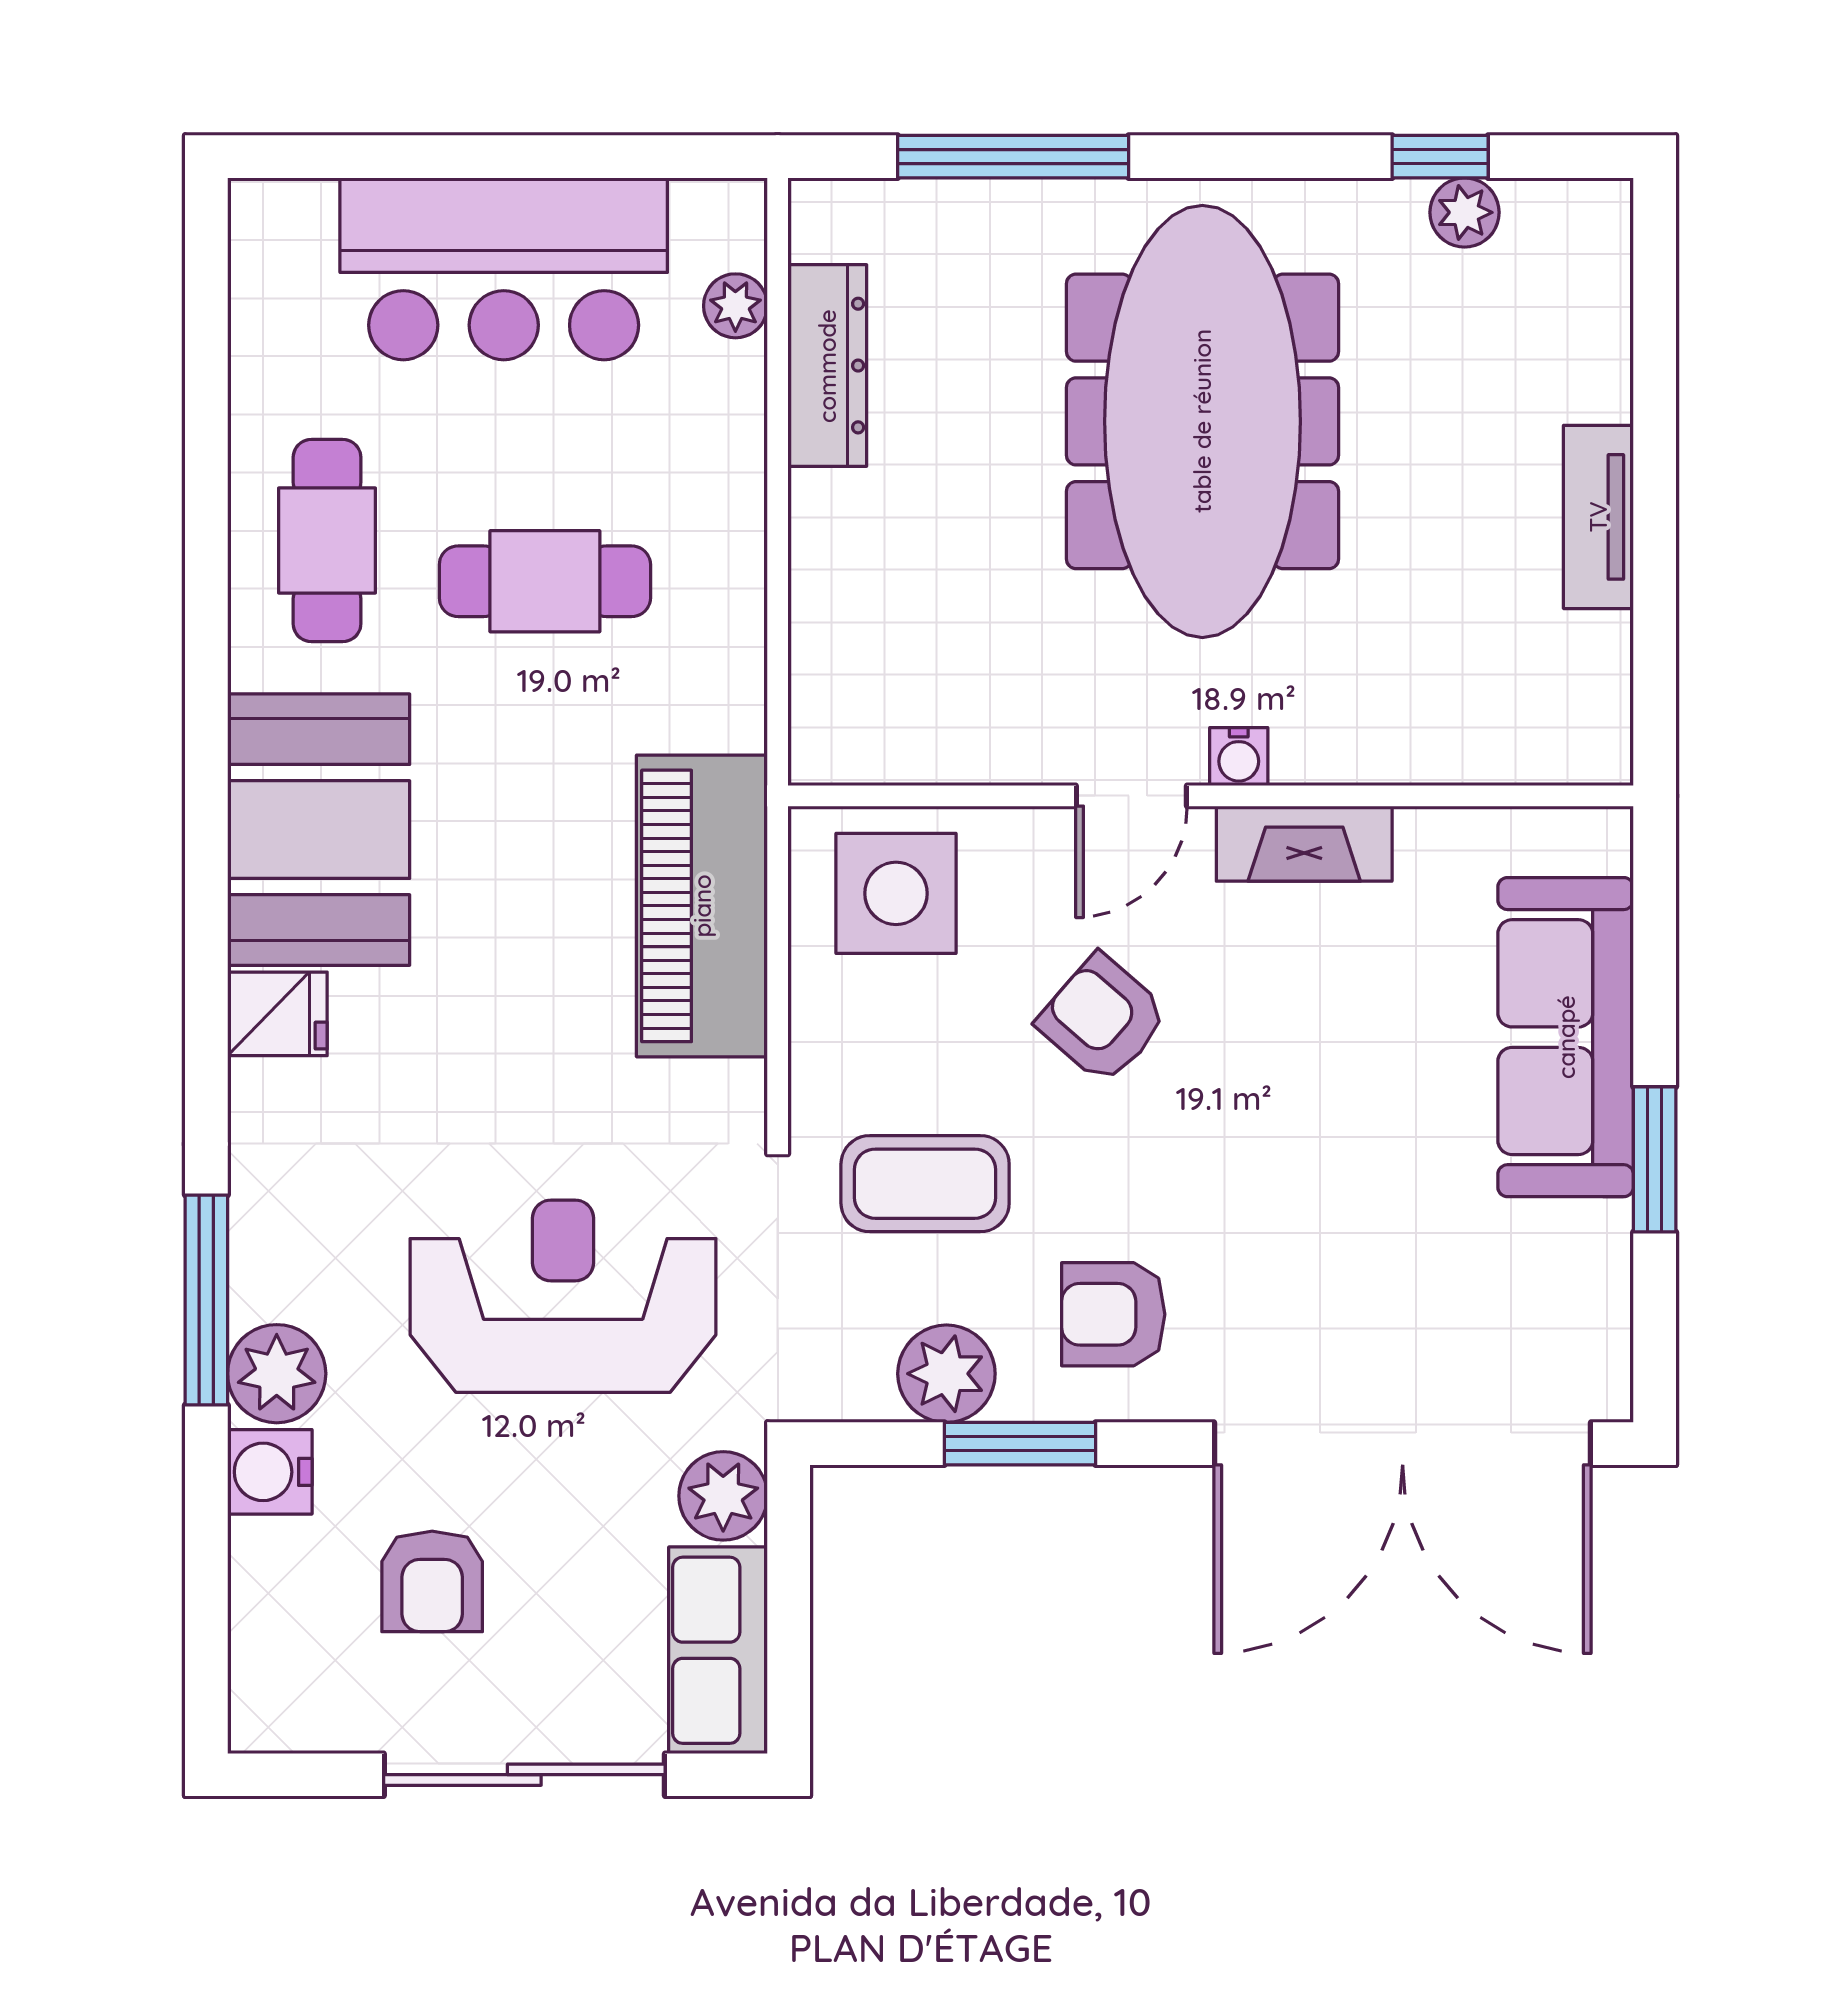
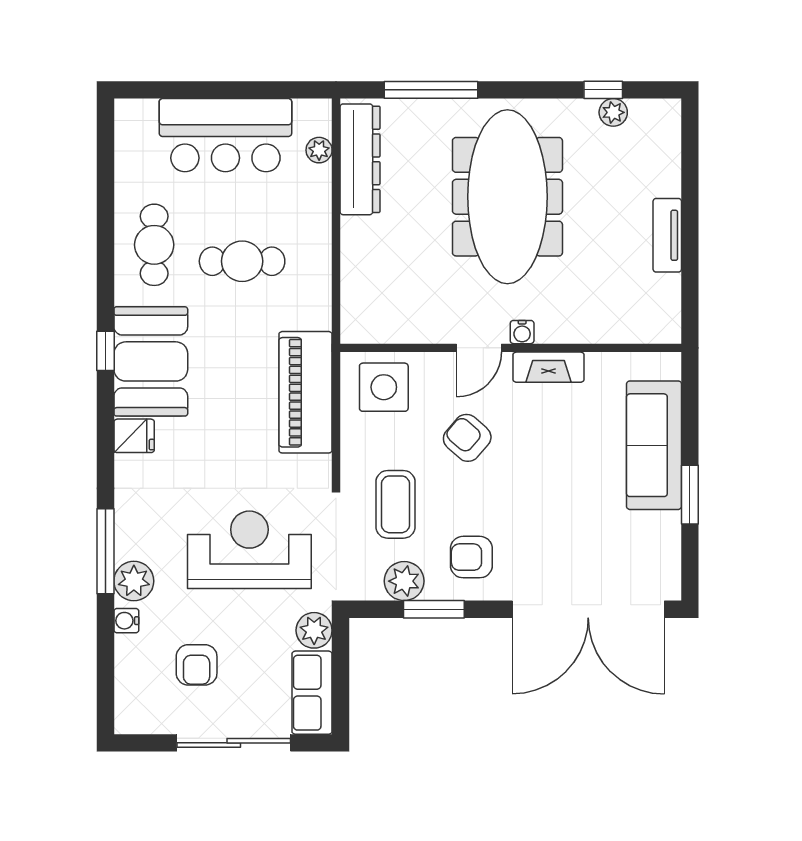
dresser: (827, 366) -> (360, 159), width x1.37, depth x1.24
window: (206, 803) -> (105, 351), added
coffee table: (925, 1184) -> (396, 504), turned 90
water cooler: (270, 1472) -> (126, 621), width x0.72, depth x0.72

